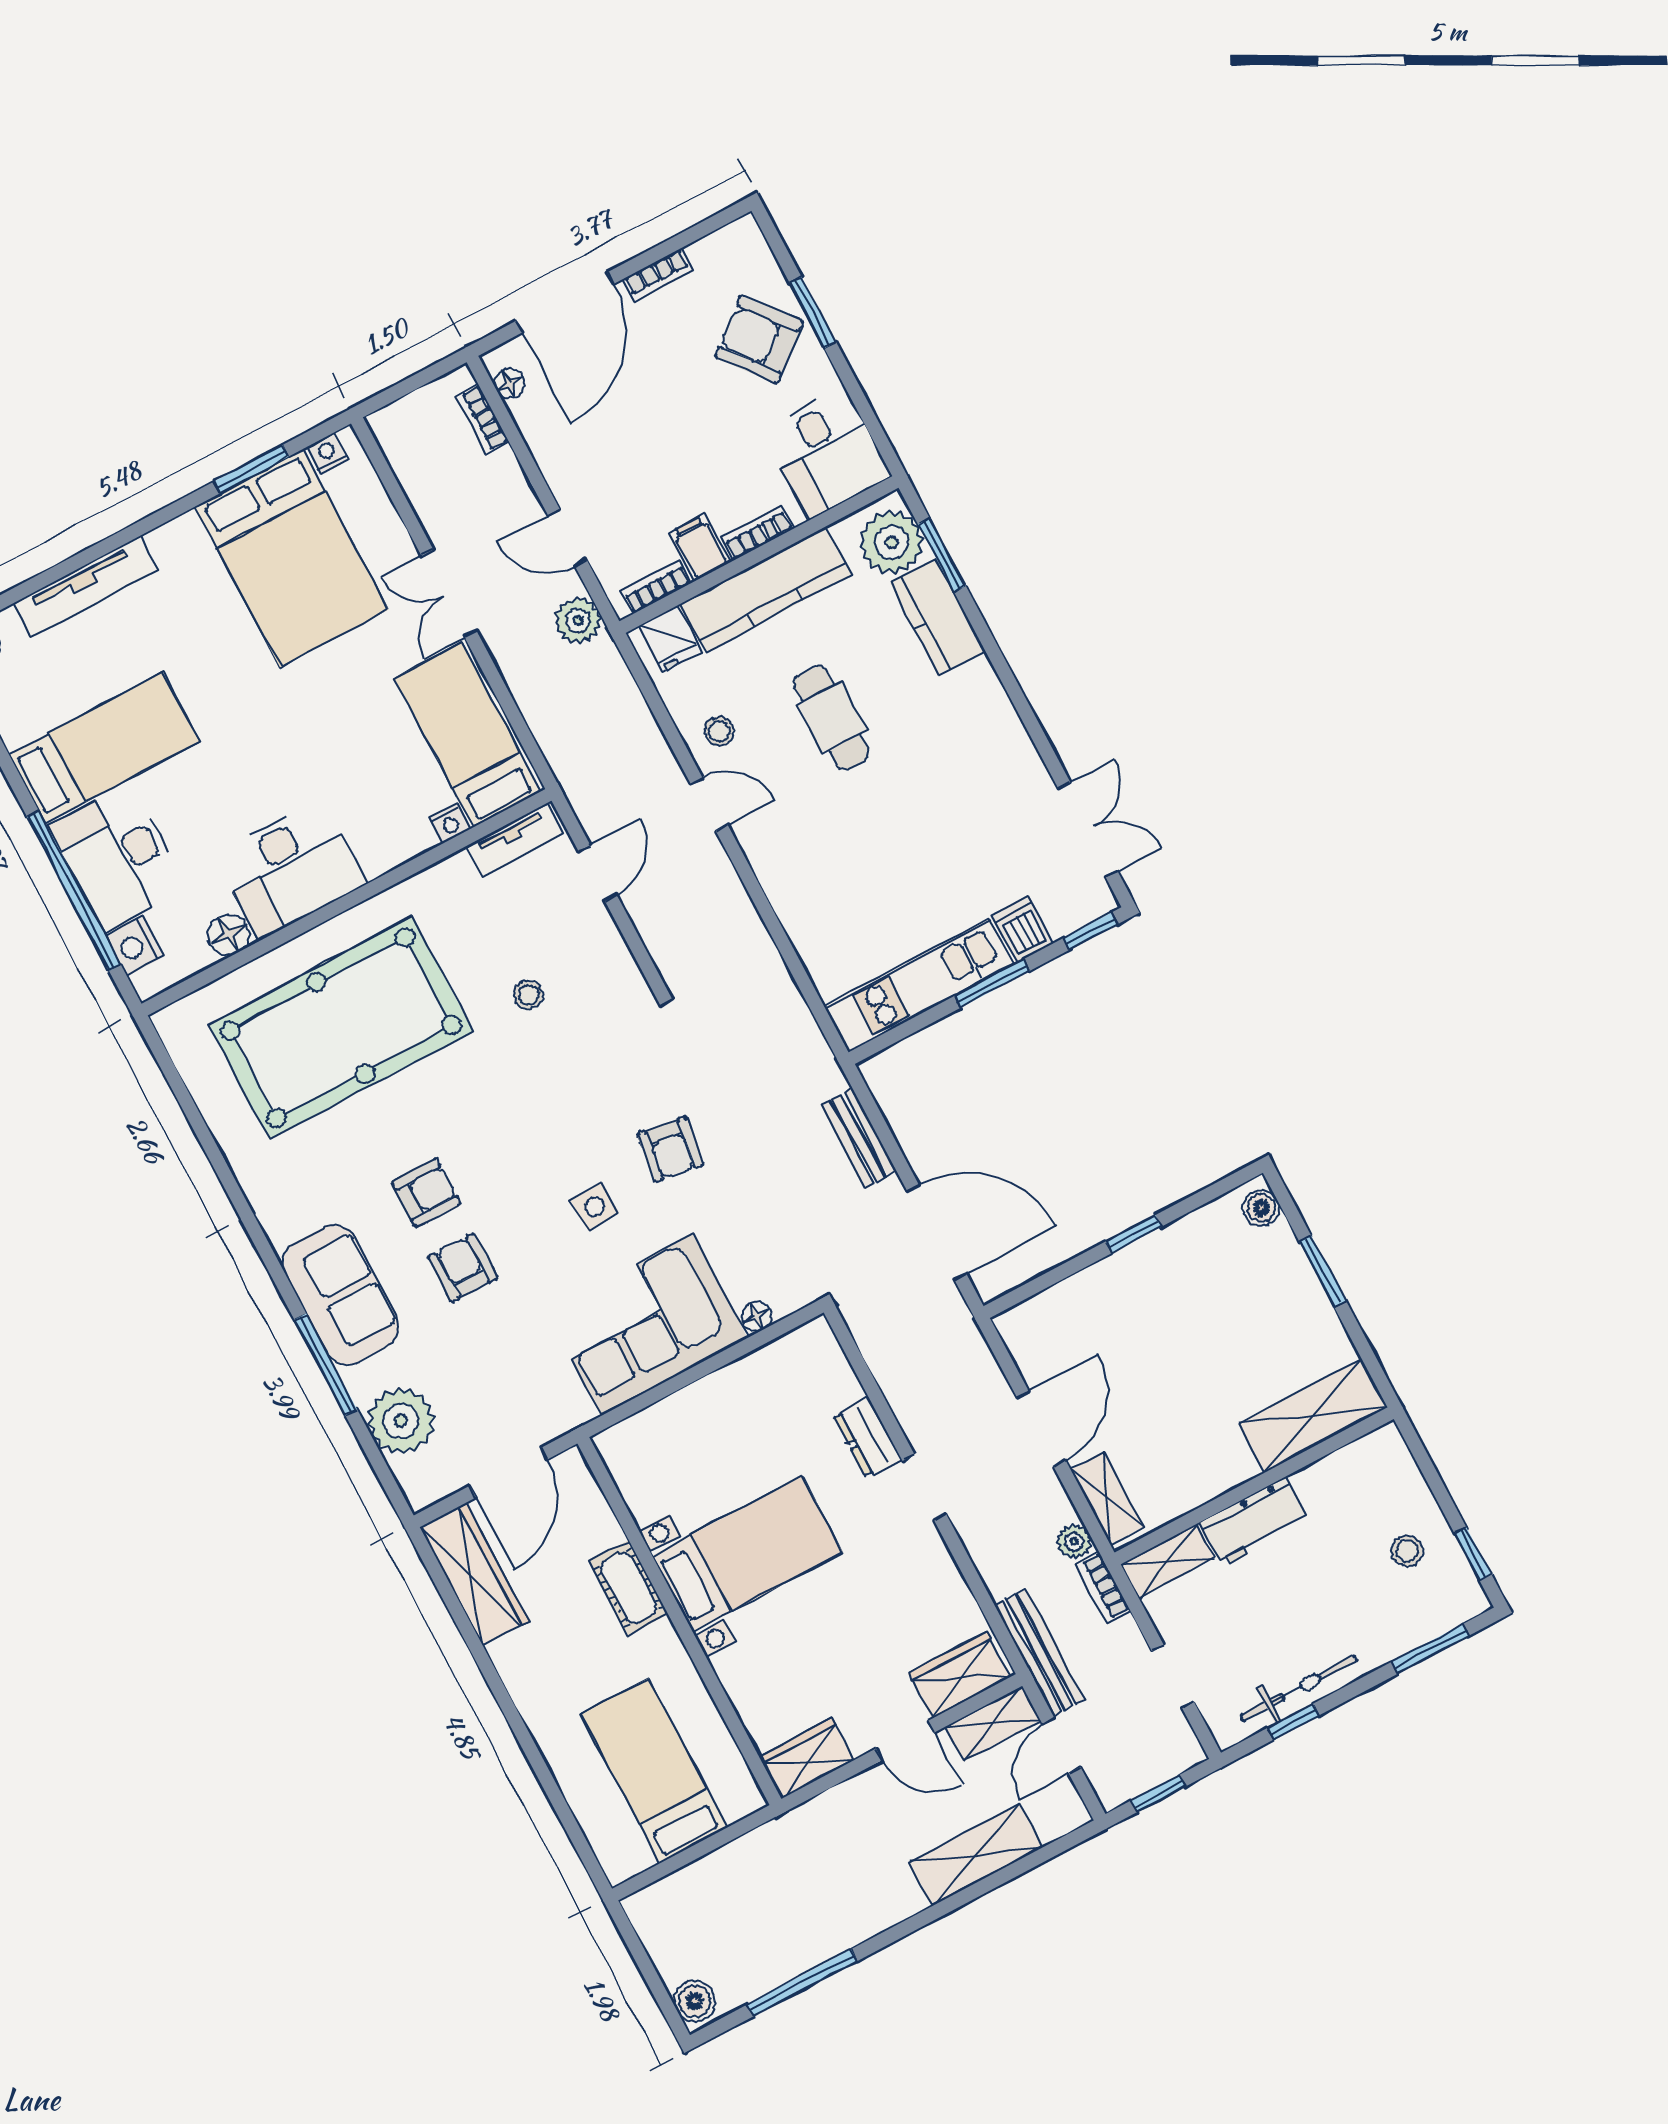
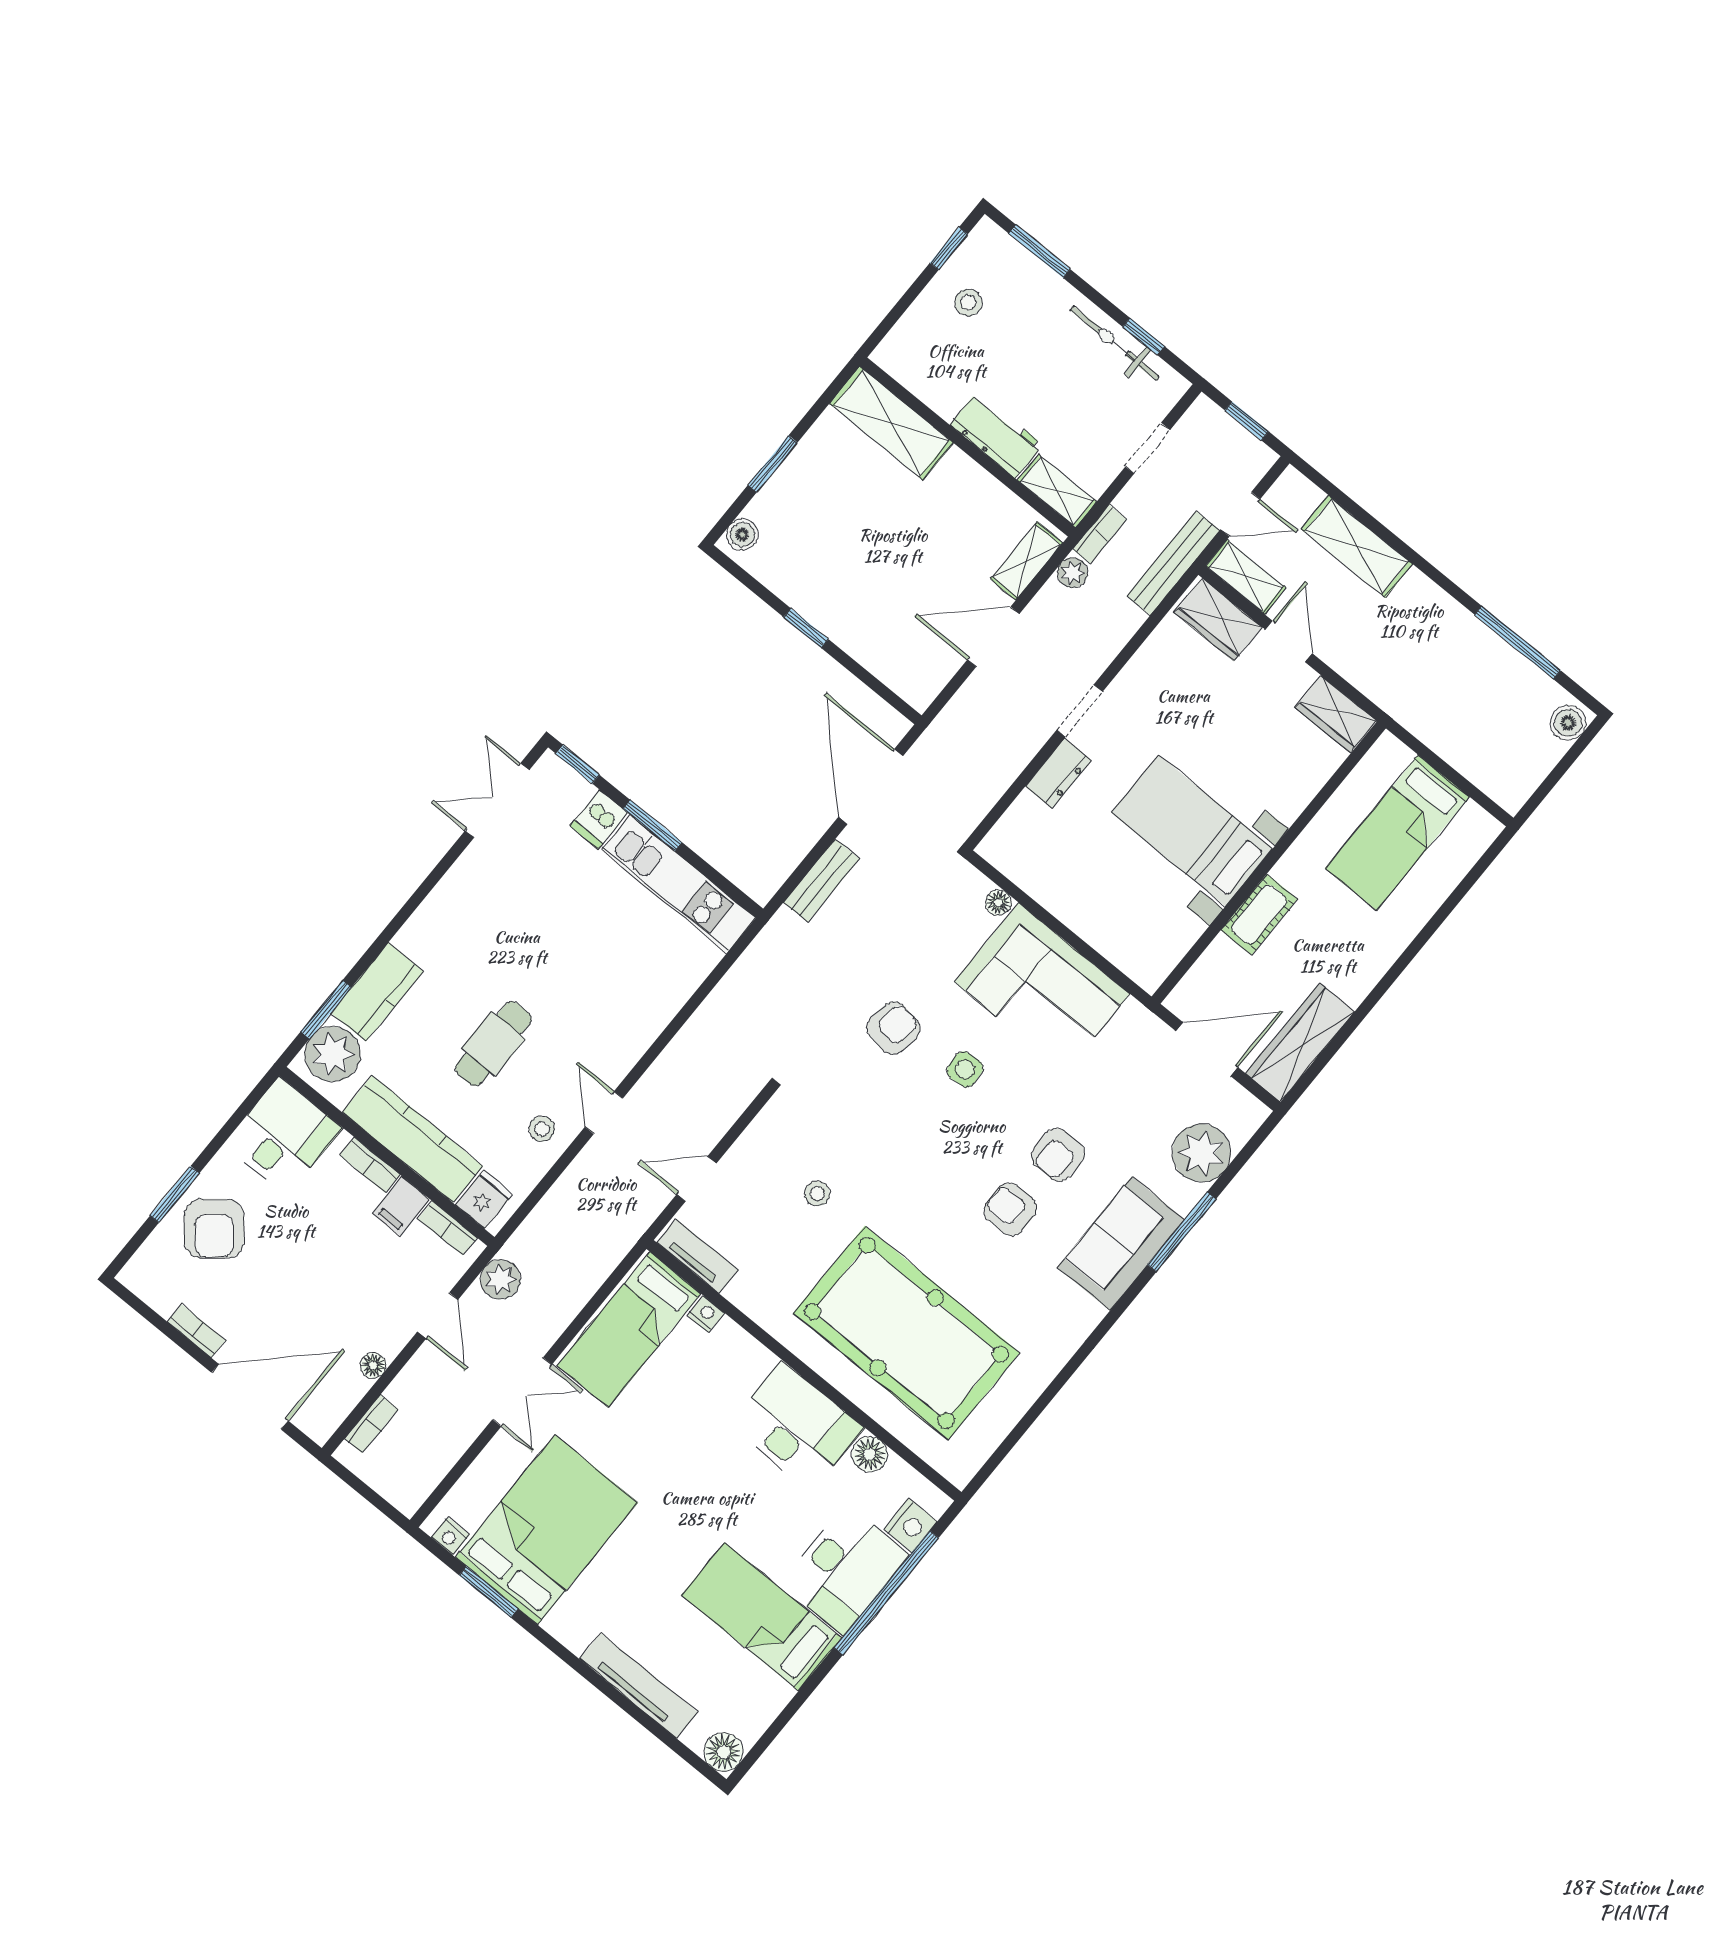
floor lamp: (509, 384) -> (373, 1365), moved

